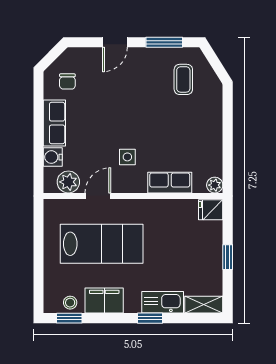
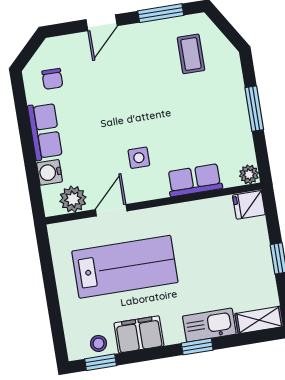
window: (228, 132) -> (254, 109), added

